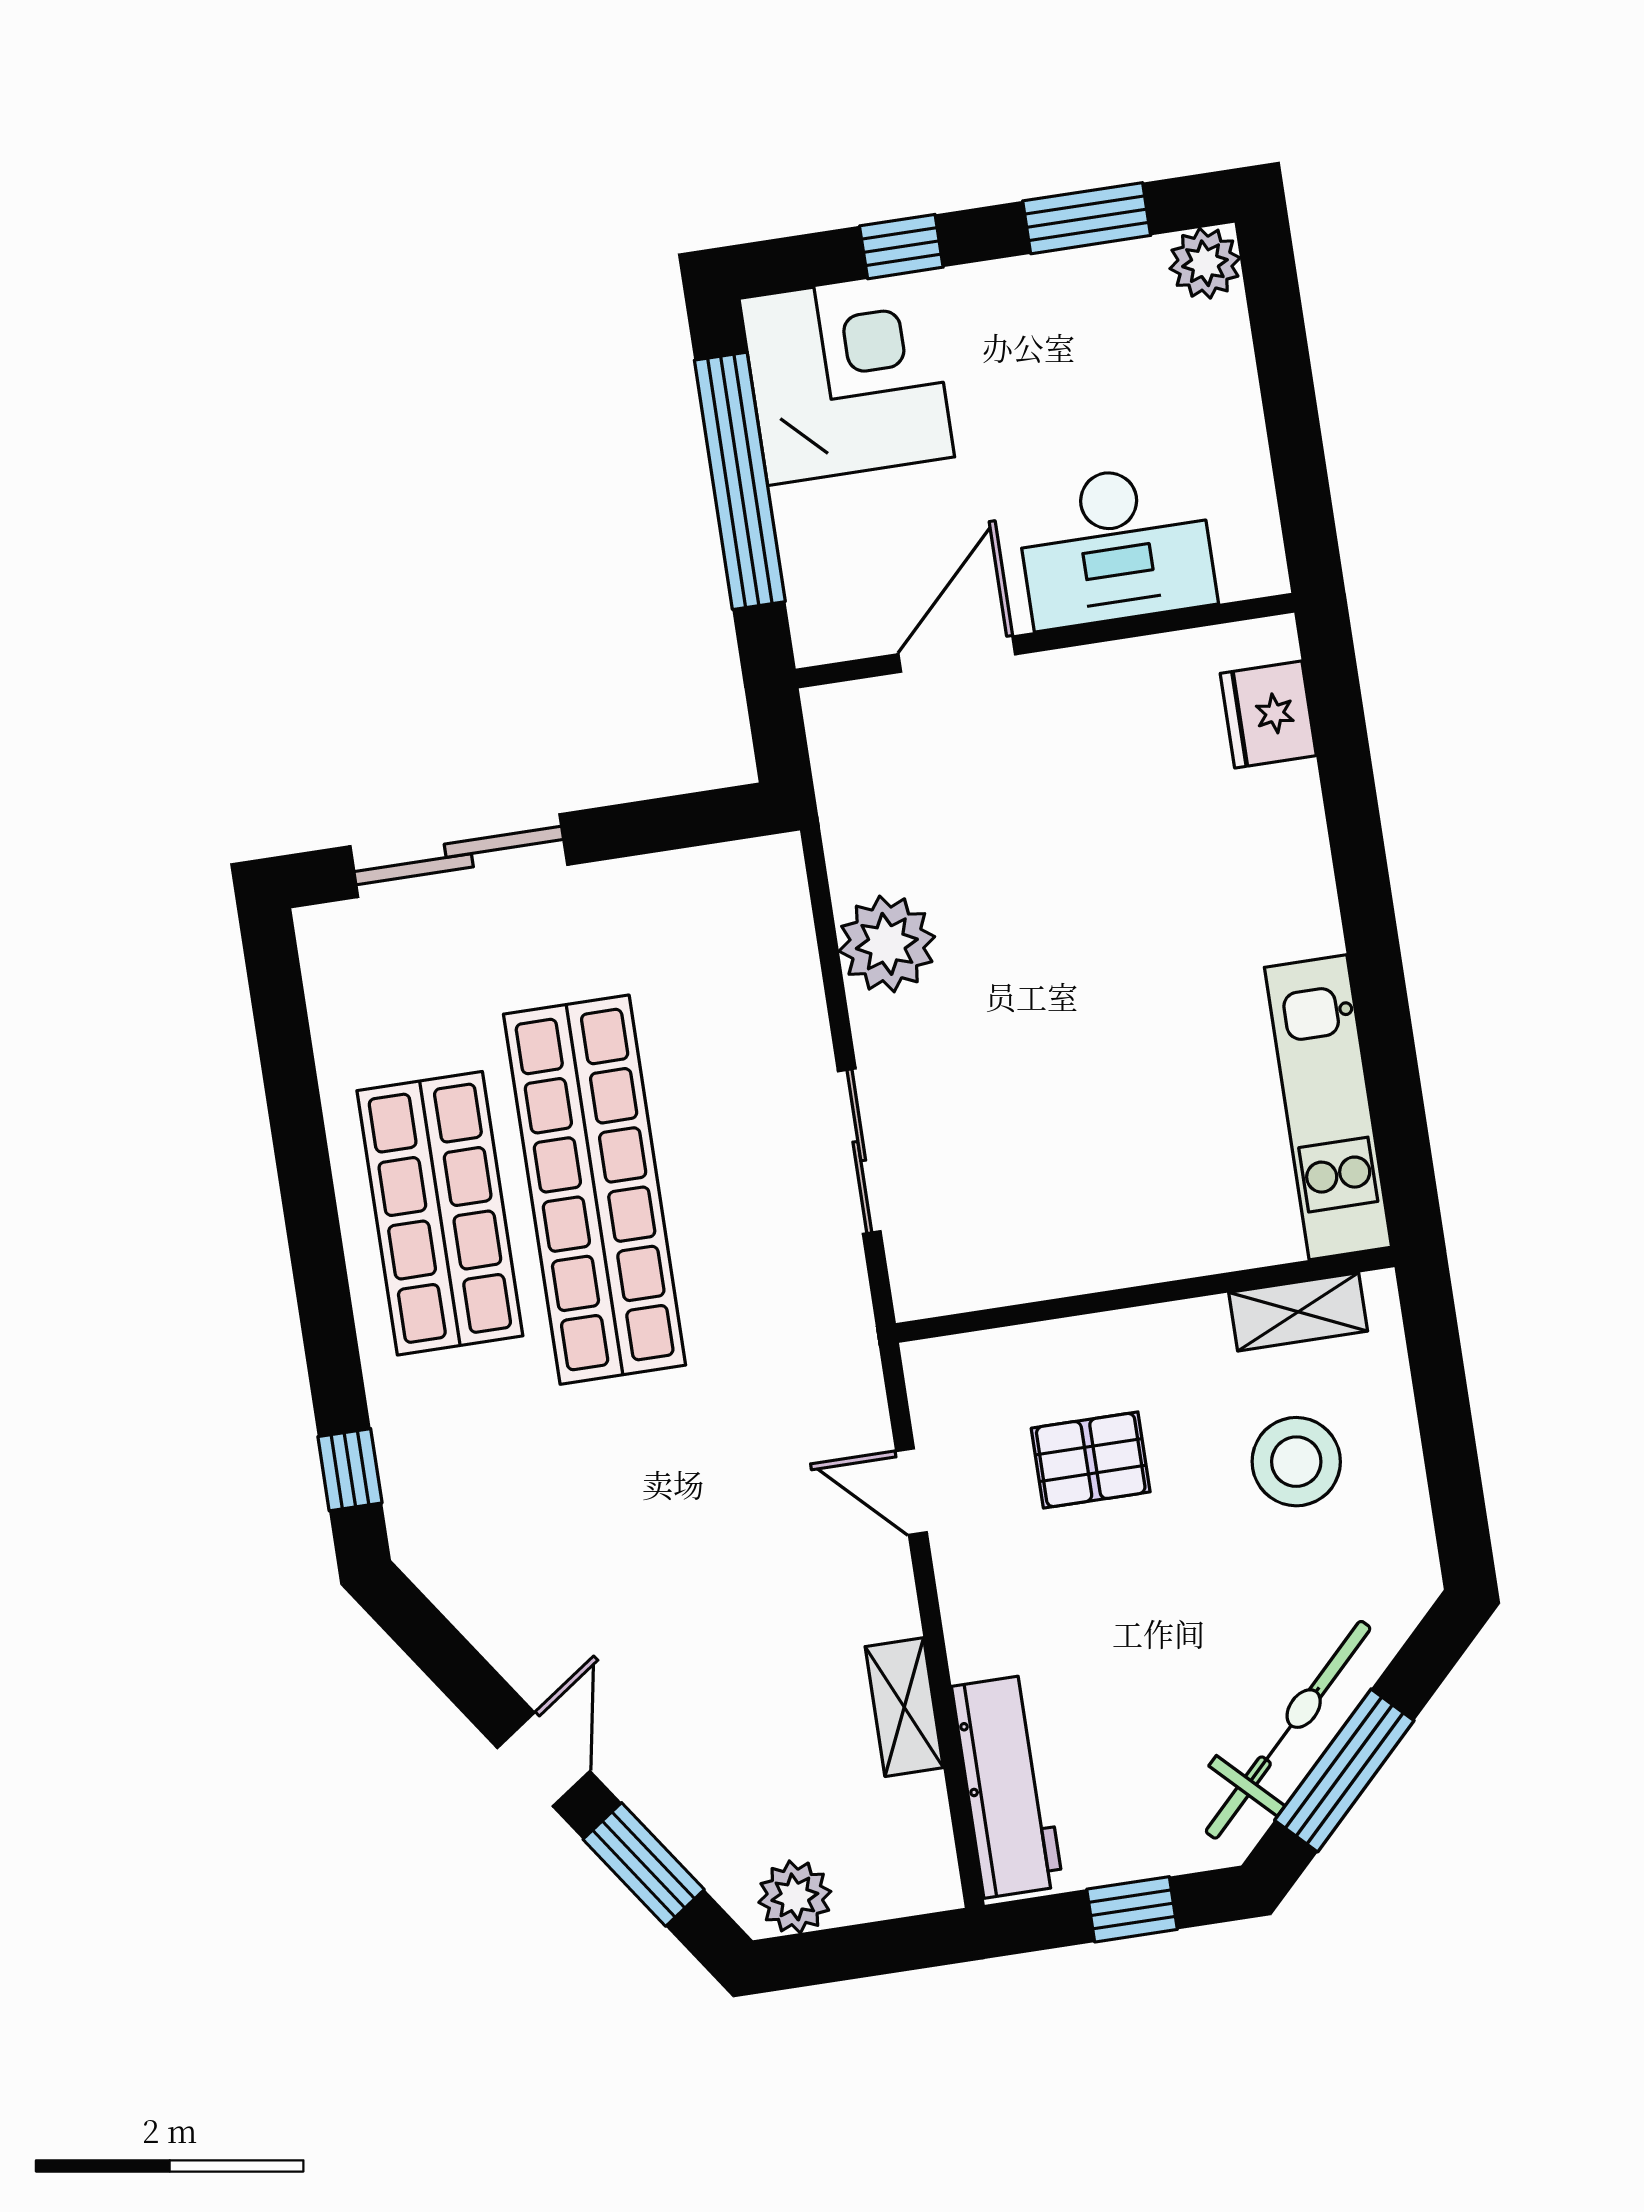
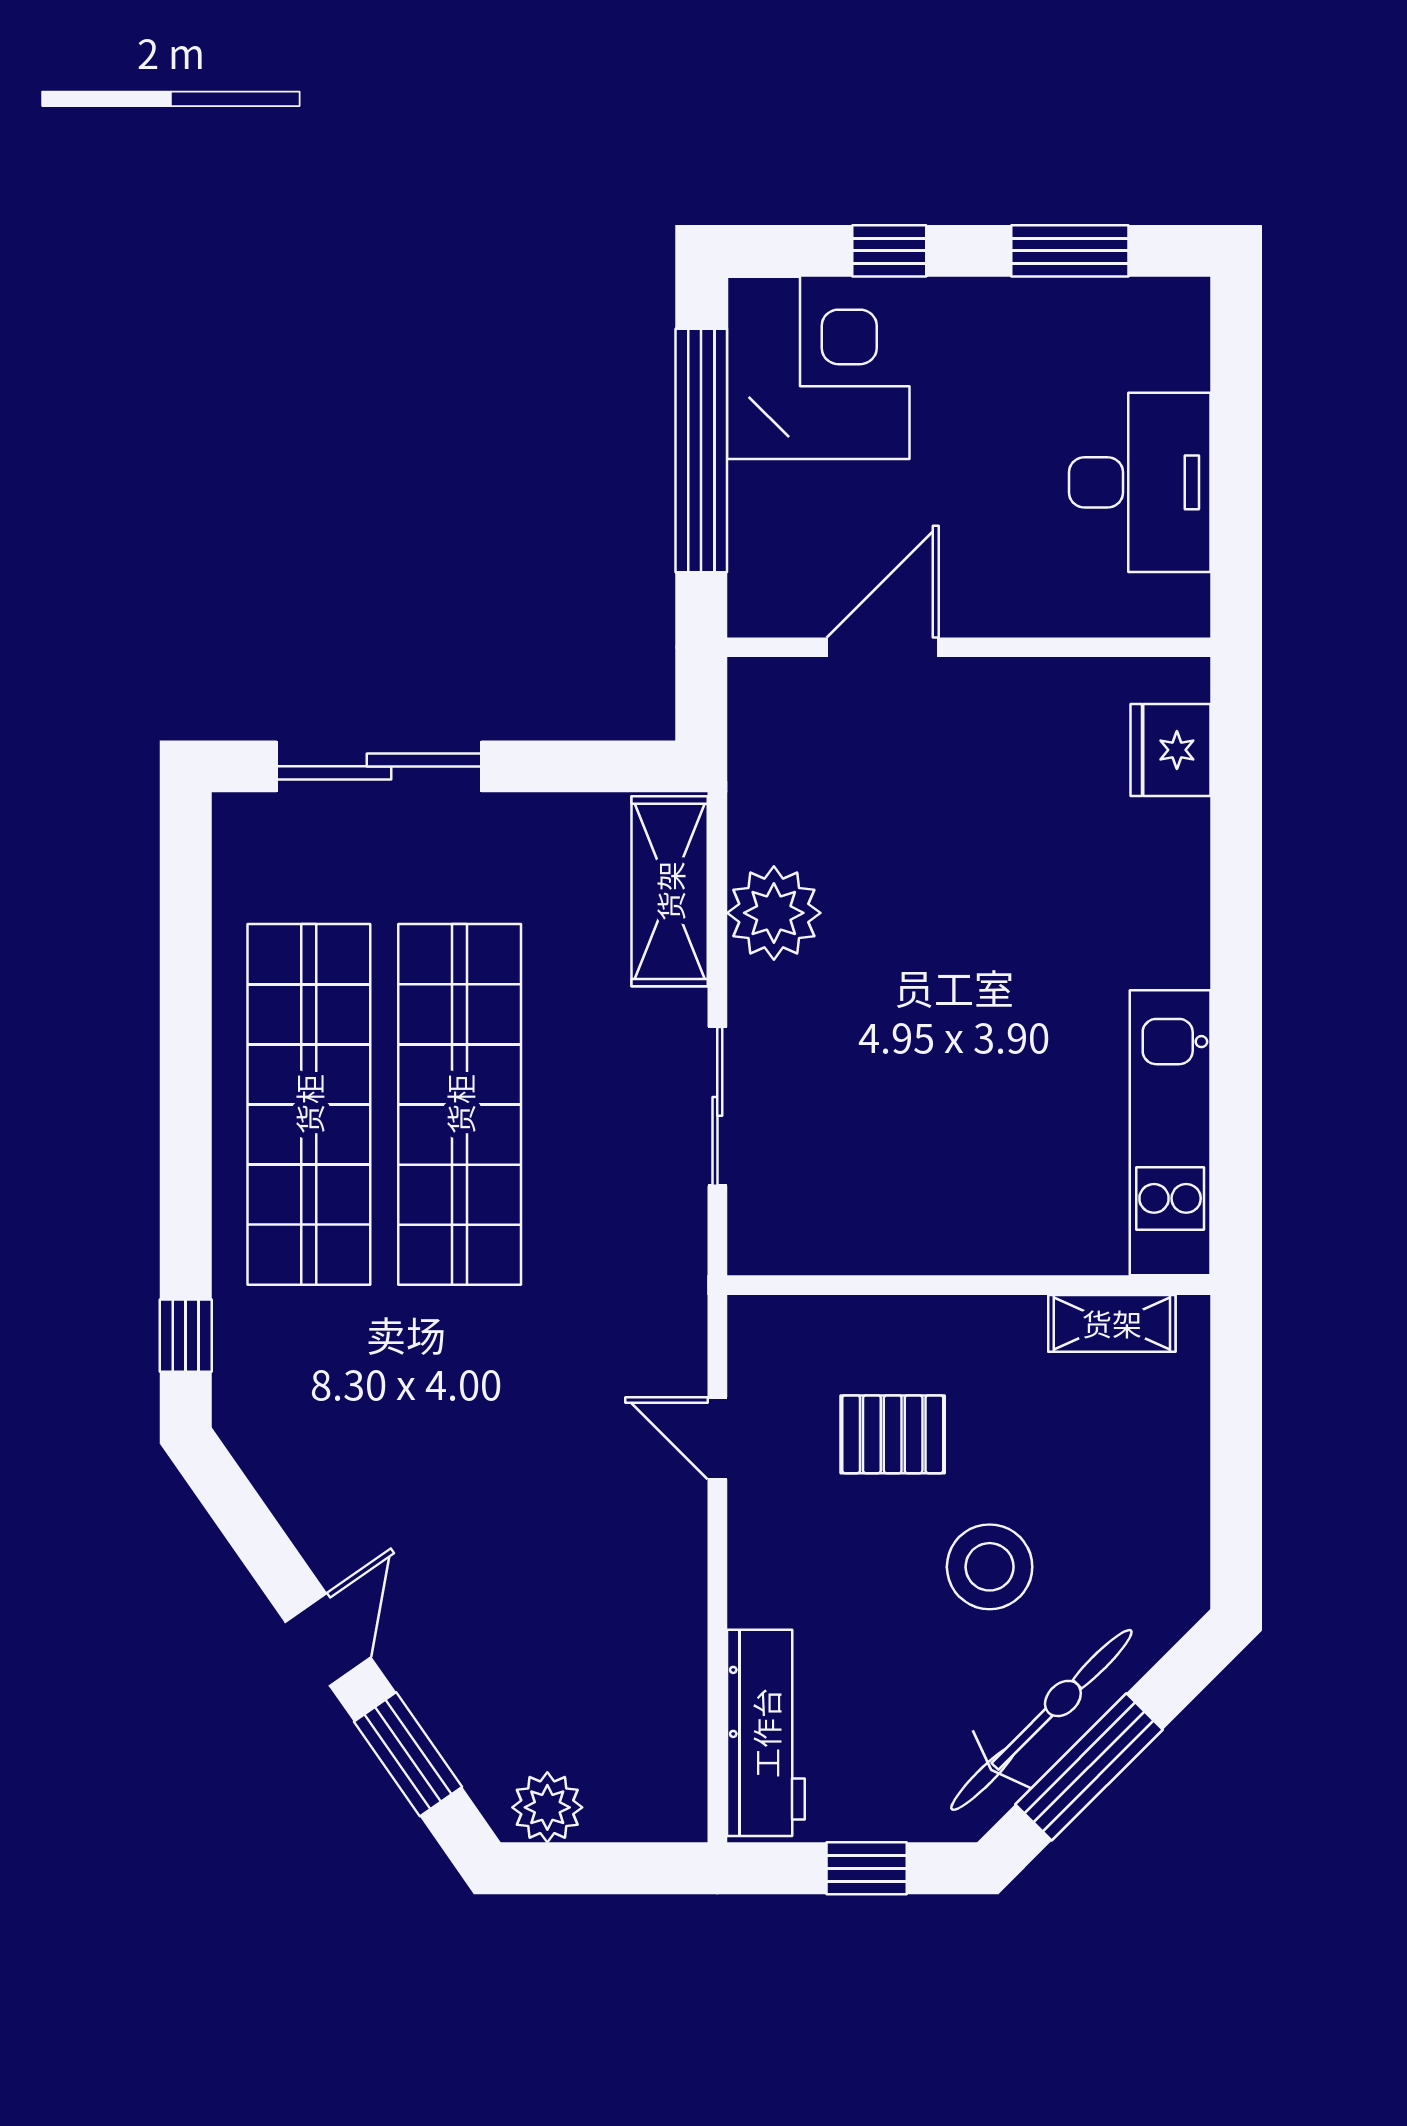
plant: (1205, 263) -> (1176, 311), removed
desk: (1116, 546) -> (1140, 482), moved, turned -90
shop shelf: (440, 1213) -> (309, 1104), width x1.40
stool: (1296, 1462) -> (990, 1567), moved
shelving: (904, 1707) -> (670, 891), moved, width x1.50, depth x1.33

